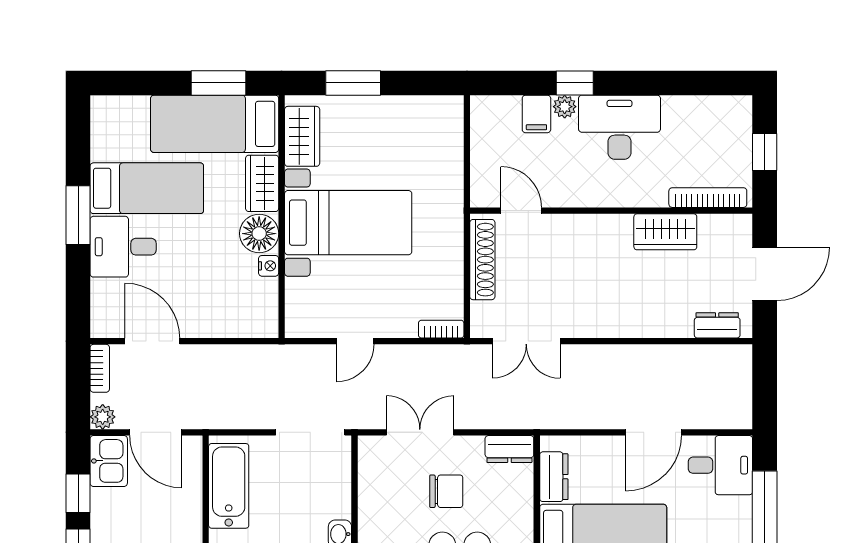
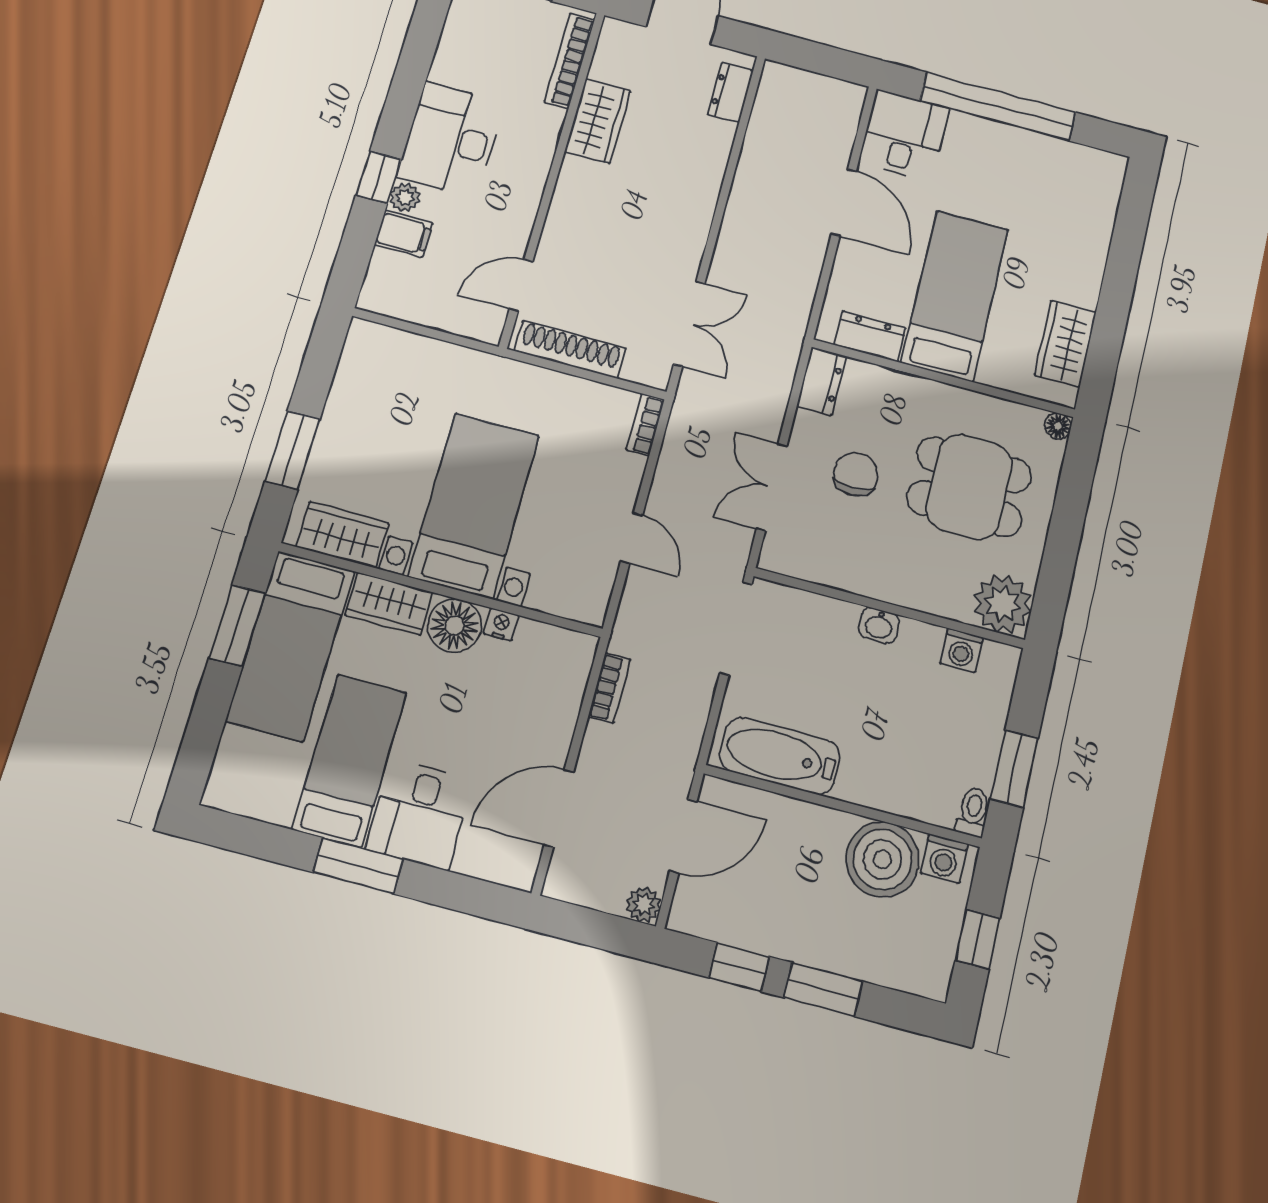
bookcase: (100, 368) -> (609, 688), moved, turned 90
kitchen sink: (109, 461) -> (706, 912), removed

